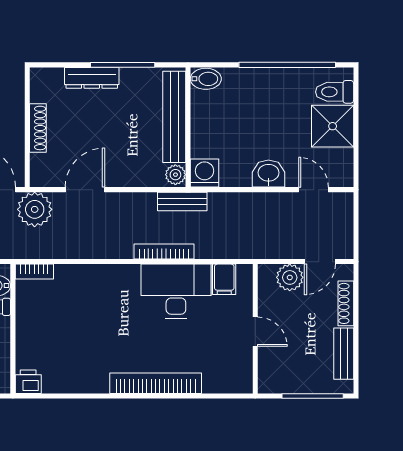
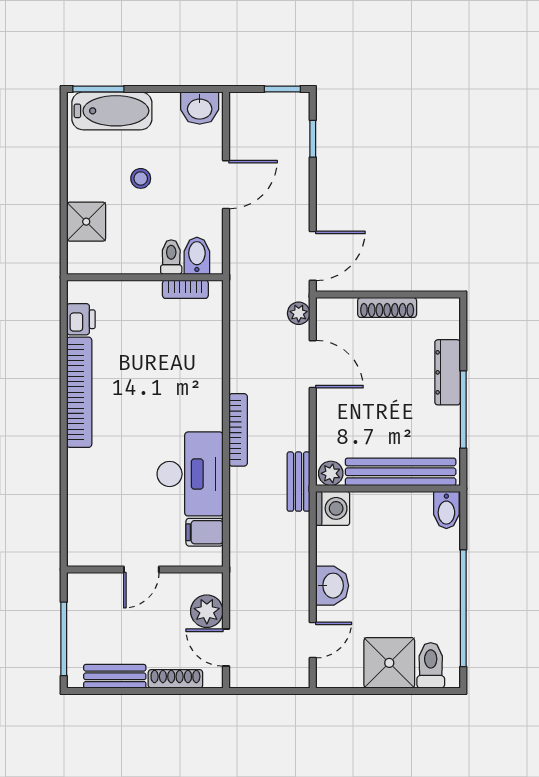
plant: (35, 209) -> (299, 313), width x0.53, depth x0.53
bookcase: (164, 251) -> (238, 430), moved
bookcase: (34, 272) -> (185, 289), moved, turned -90
printer: (28, 382) -> (81, 319), moved
bookcase: (156, 383) -> (79, 392), moved

